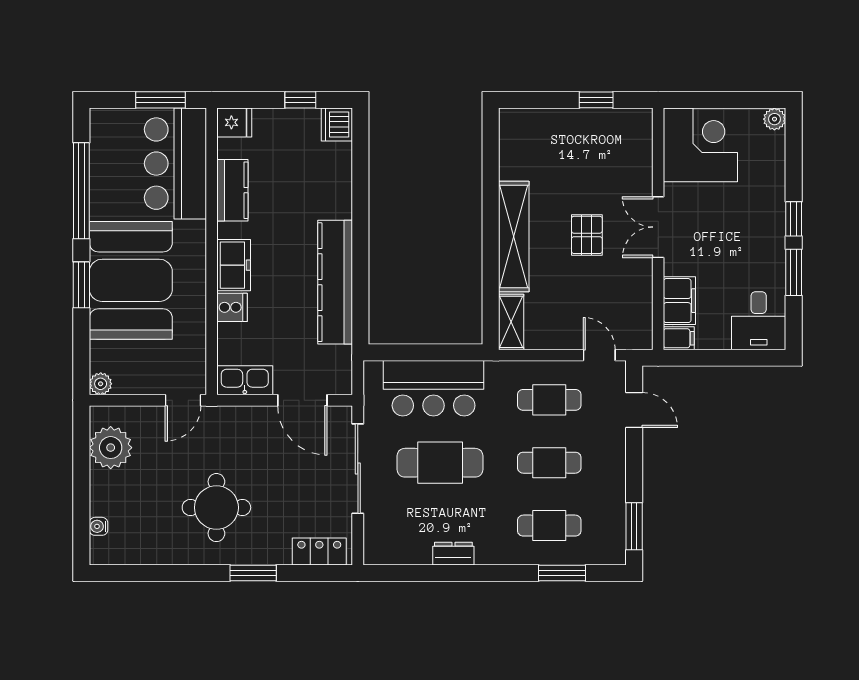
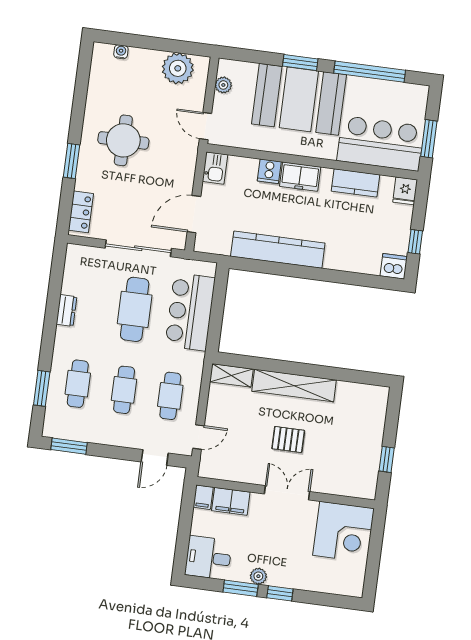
plant: (774, 119) -> (258, 576), moved
kitchen sink: (245, 380) -> (215, 168), width x0.73
plant: (101, 384) -> (223, 85), moved

